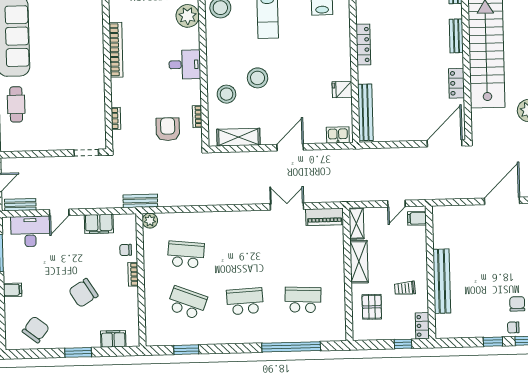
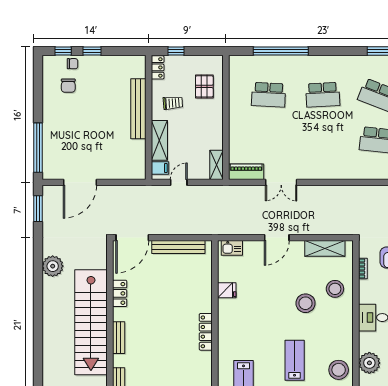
bench: (365, 112) -> (178, 247), moved, turned 90
shelving: (359, 262) -> (159, 140), moved

